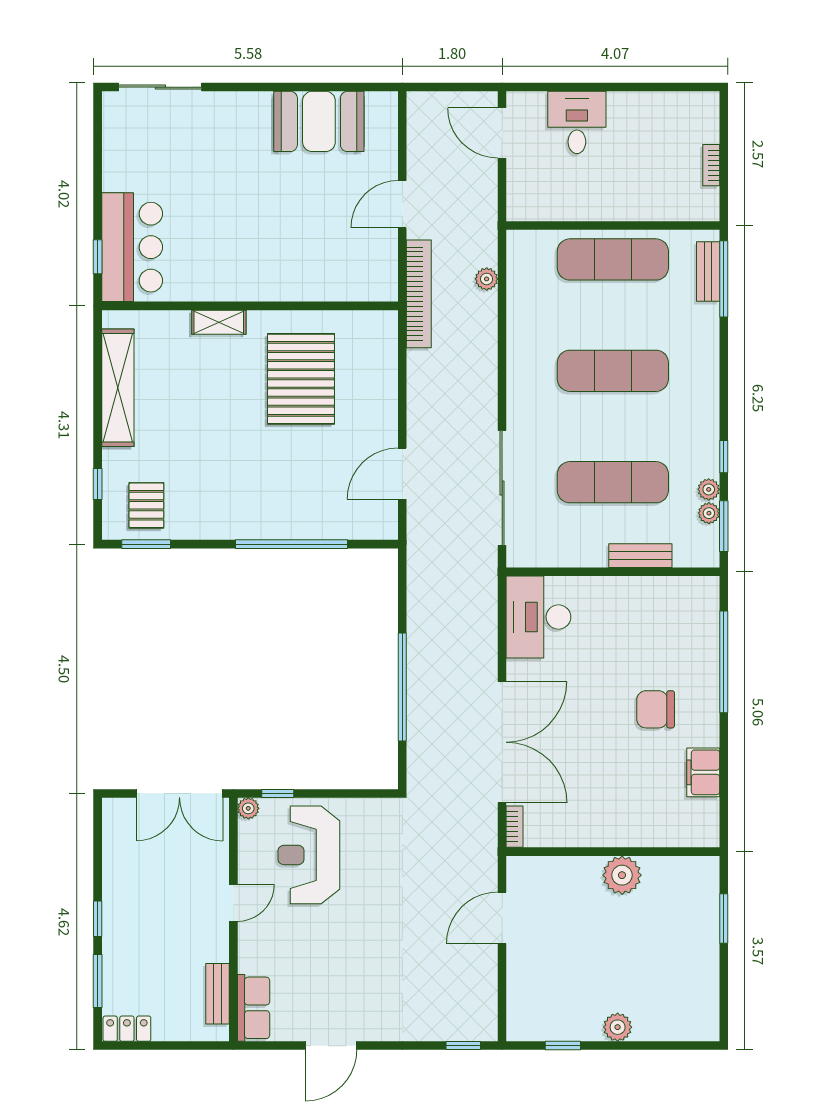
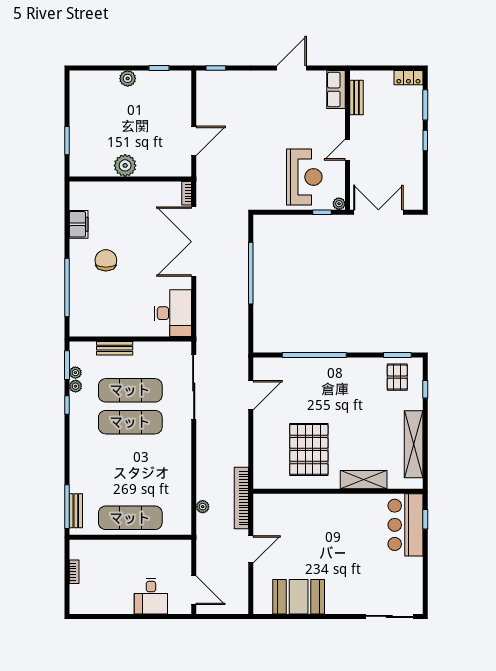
shelving: (219, 322) -> (364, 480), width x1.50, depth x1.33
exercise mat: (613, 371) -> (130, 422), moved
chair: (656, 709) -> (106, 260), turned -90

